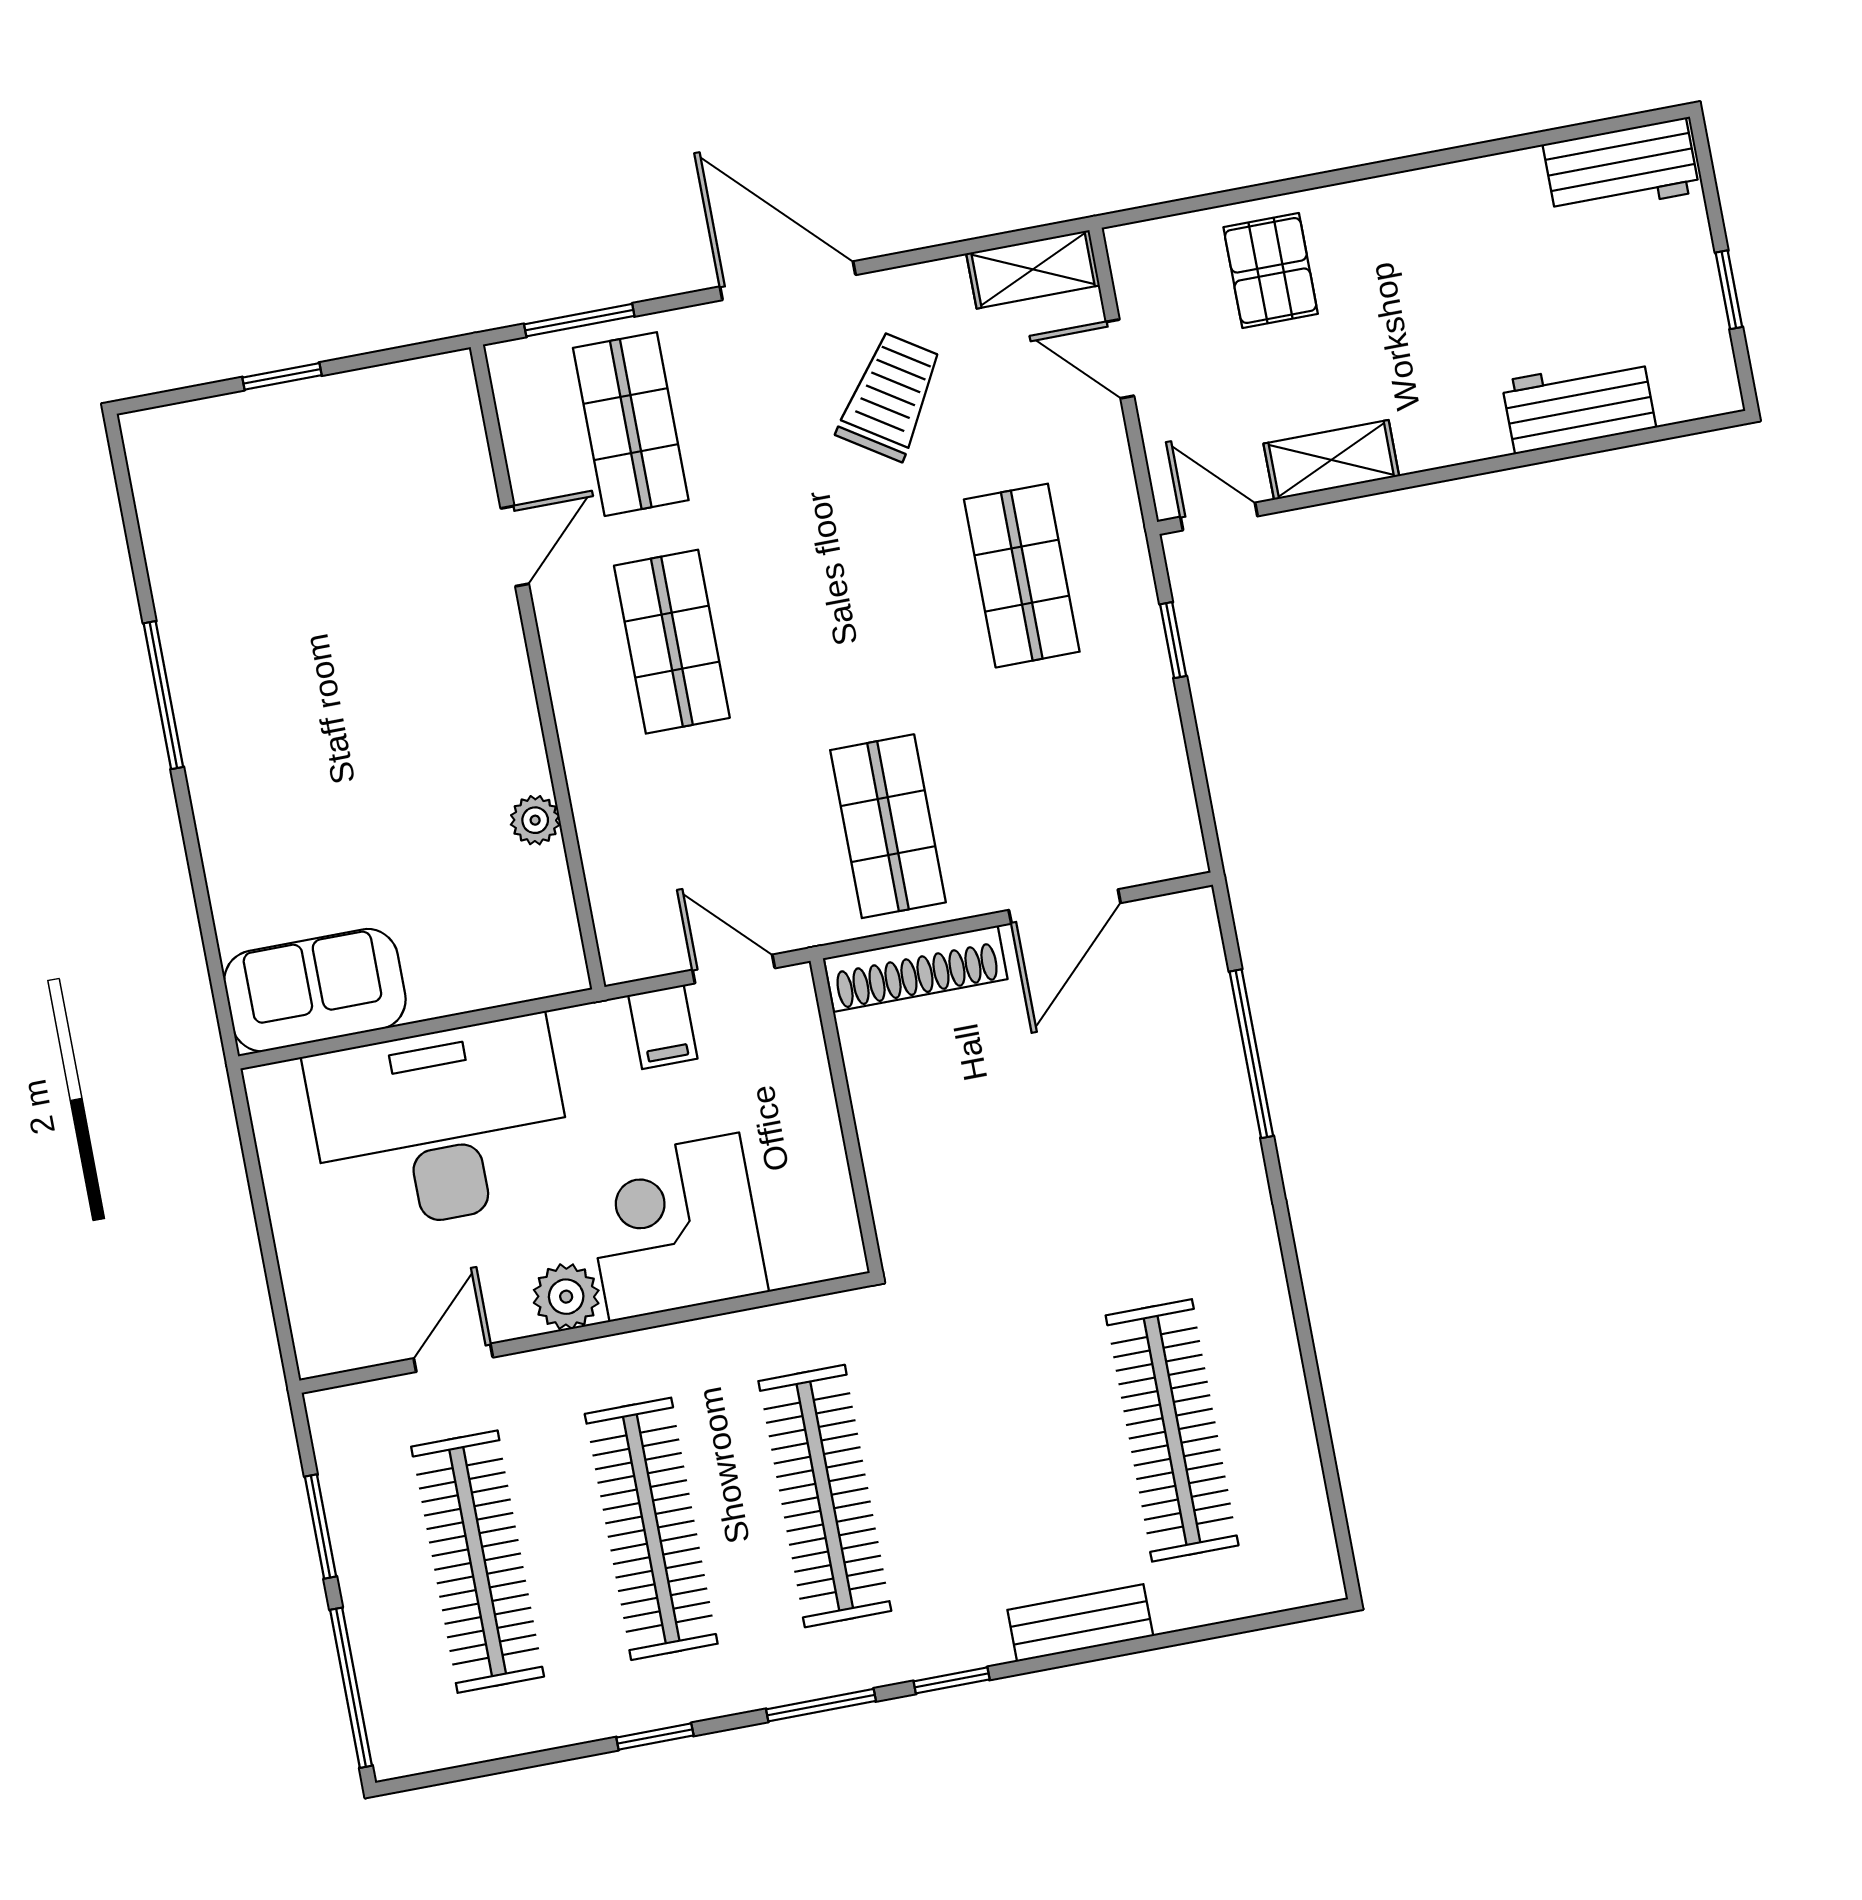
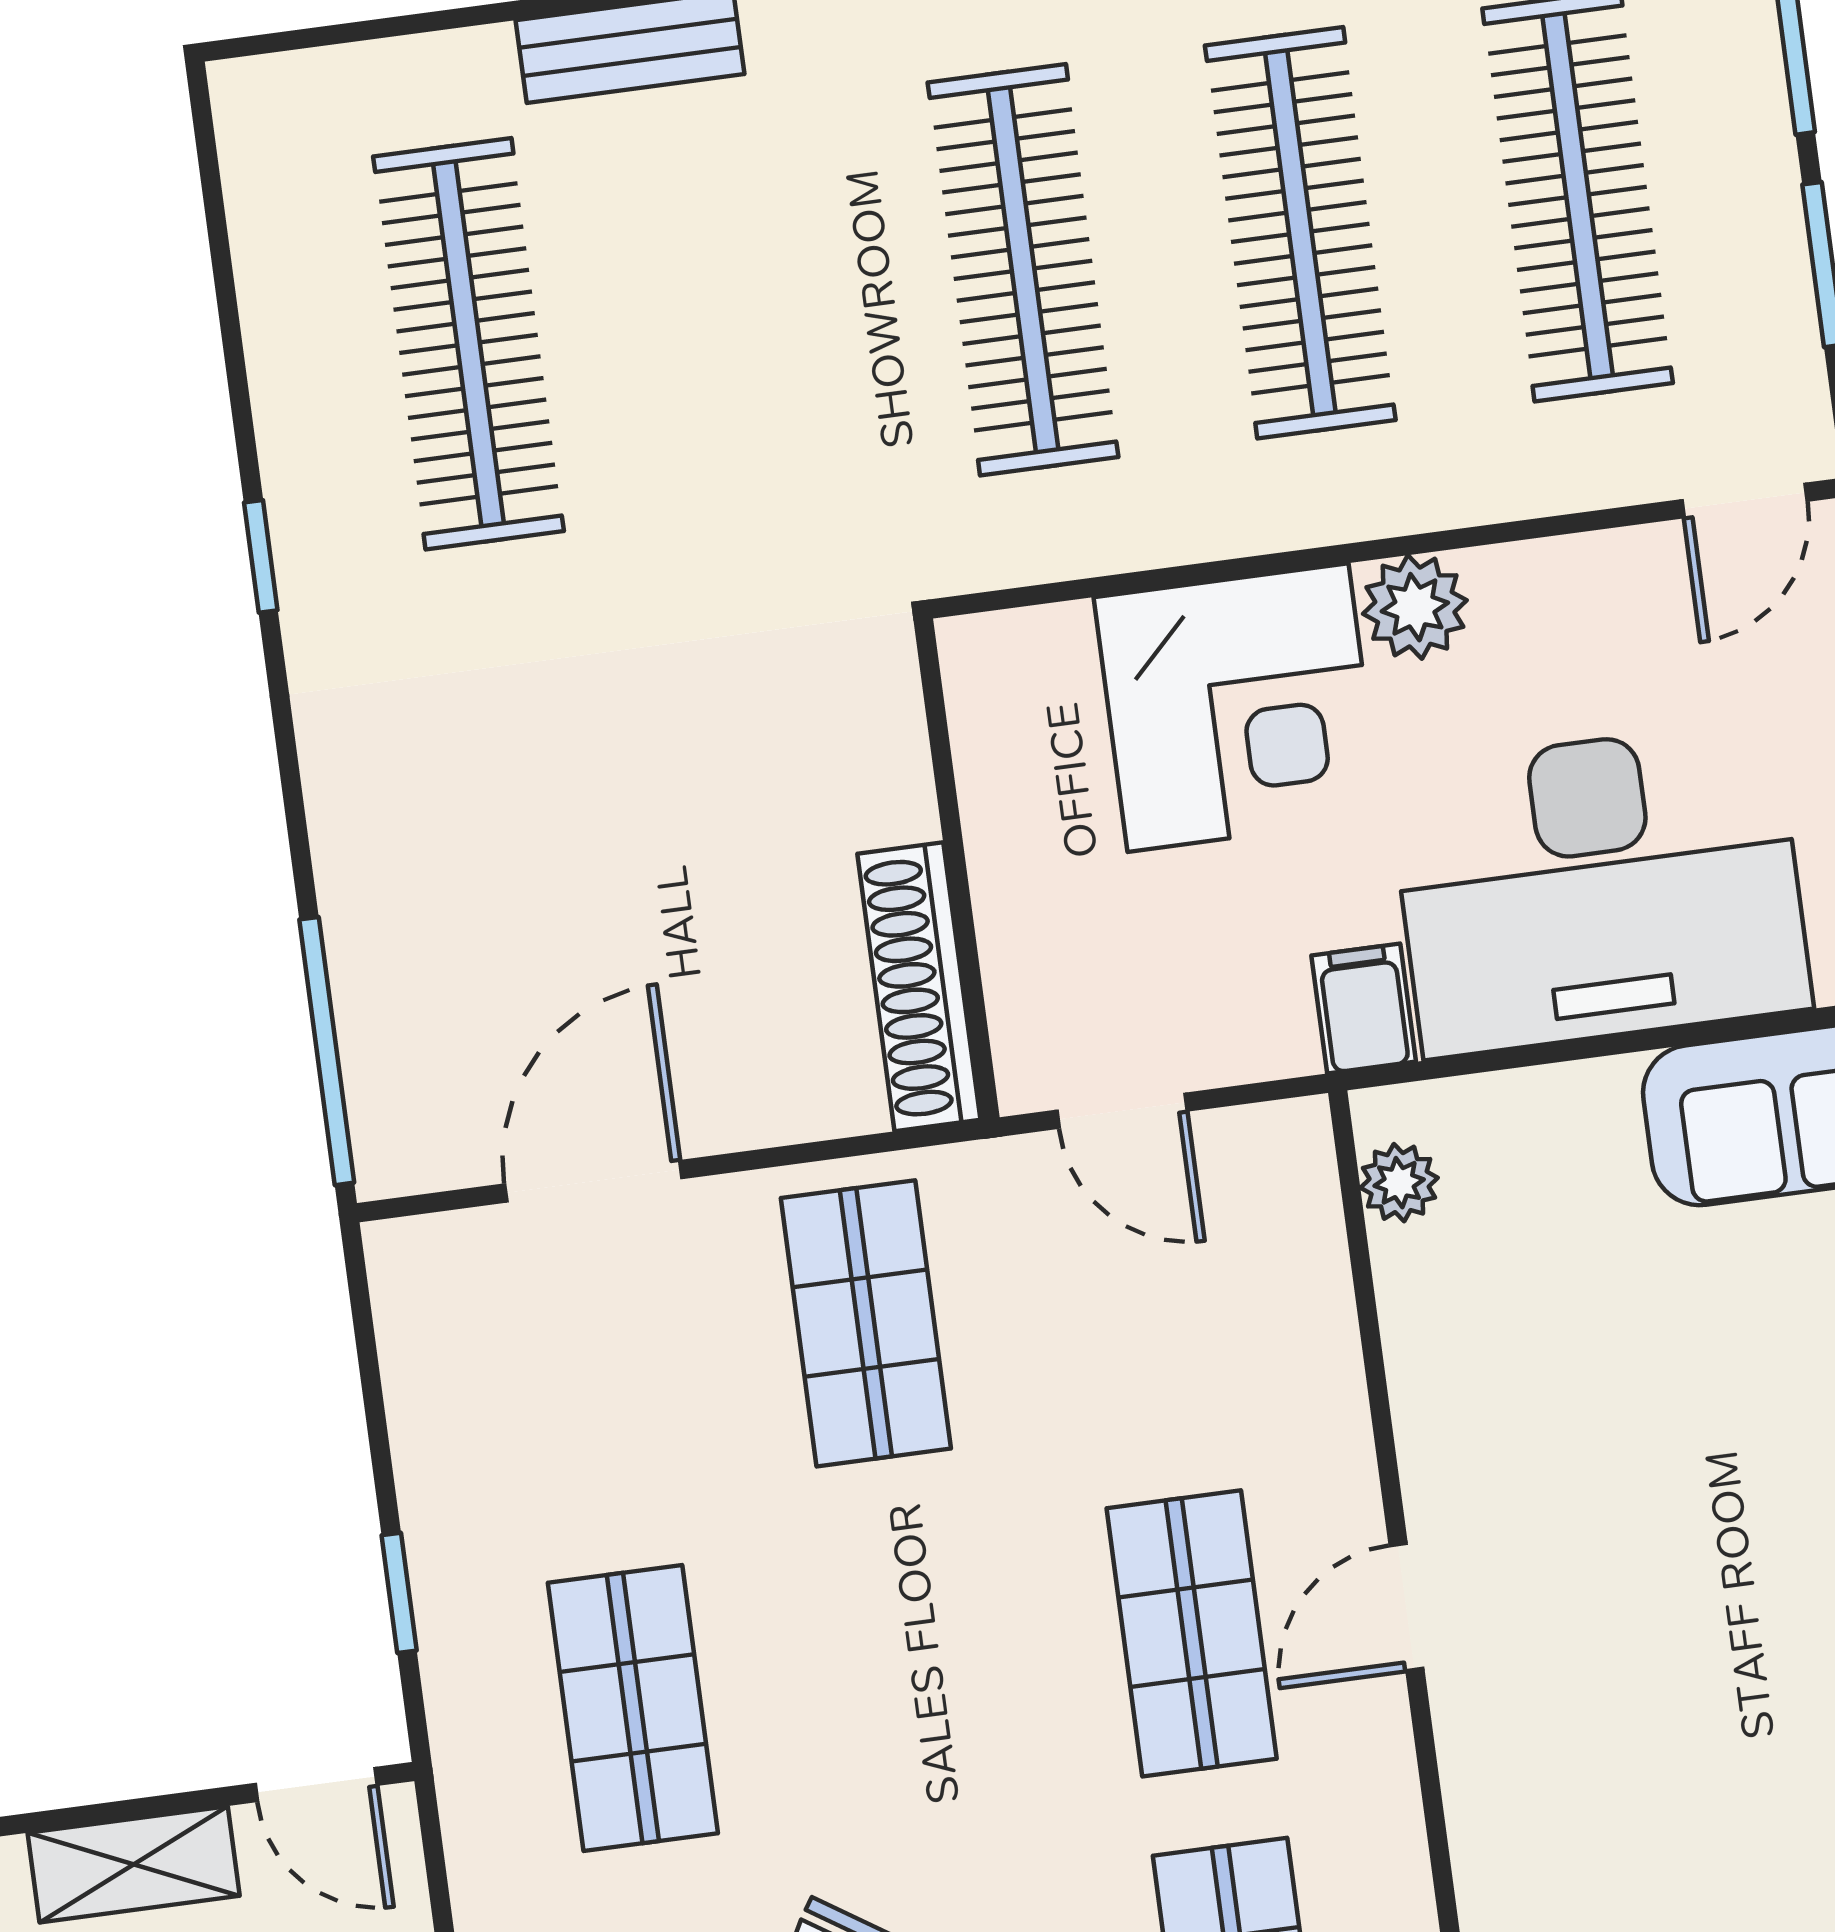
door: (515, 546) -> (1406, 1607), moved
plant: (535, 820) -> (1399, 1183), moved
shoe rack: (916, 969) -> (919, 987), moved, turned -90
filing cabinet: (663, 1027) -> (1364, 1008), moved
window: (1251, 1054) -> (327, 1051), moved
window: (1296, 1289) -> (261, 556), added
door: (453, 1358) -> (1744, 501), moved

